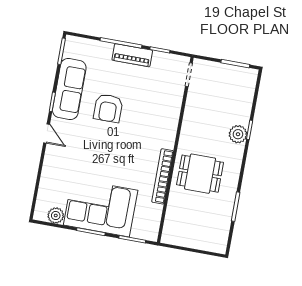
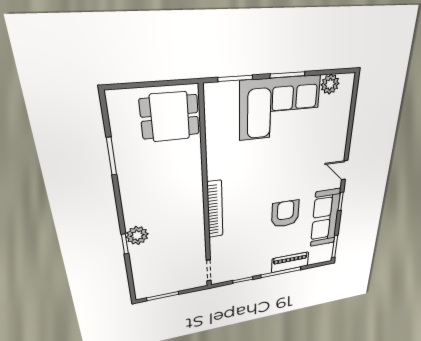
piano: (132, 55) -> (290, 262), moved
dining table: (200, 174) -> (170, 117), moved
bookcase: (163, 176) -> (215, 209), moved

